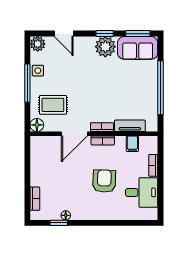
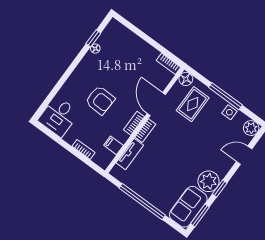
desk: (142, 192) -> (59, 117), moved
bookcase: (35, 199) -> (169, 64), moved

